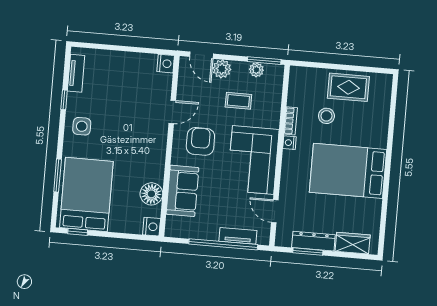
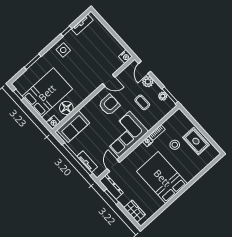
sofa: (182, 191) -> (73, 126), moved
bed: (86, 195) -> (47, 93), moved
dresser: (313, 241) -> (111, 187), moved

